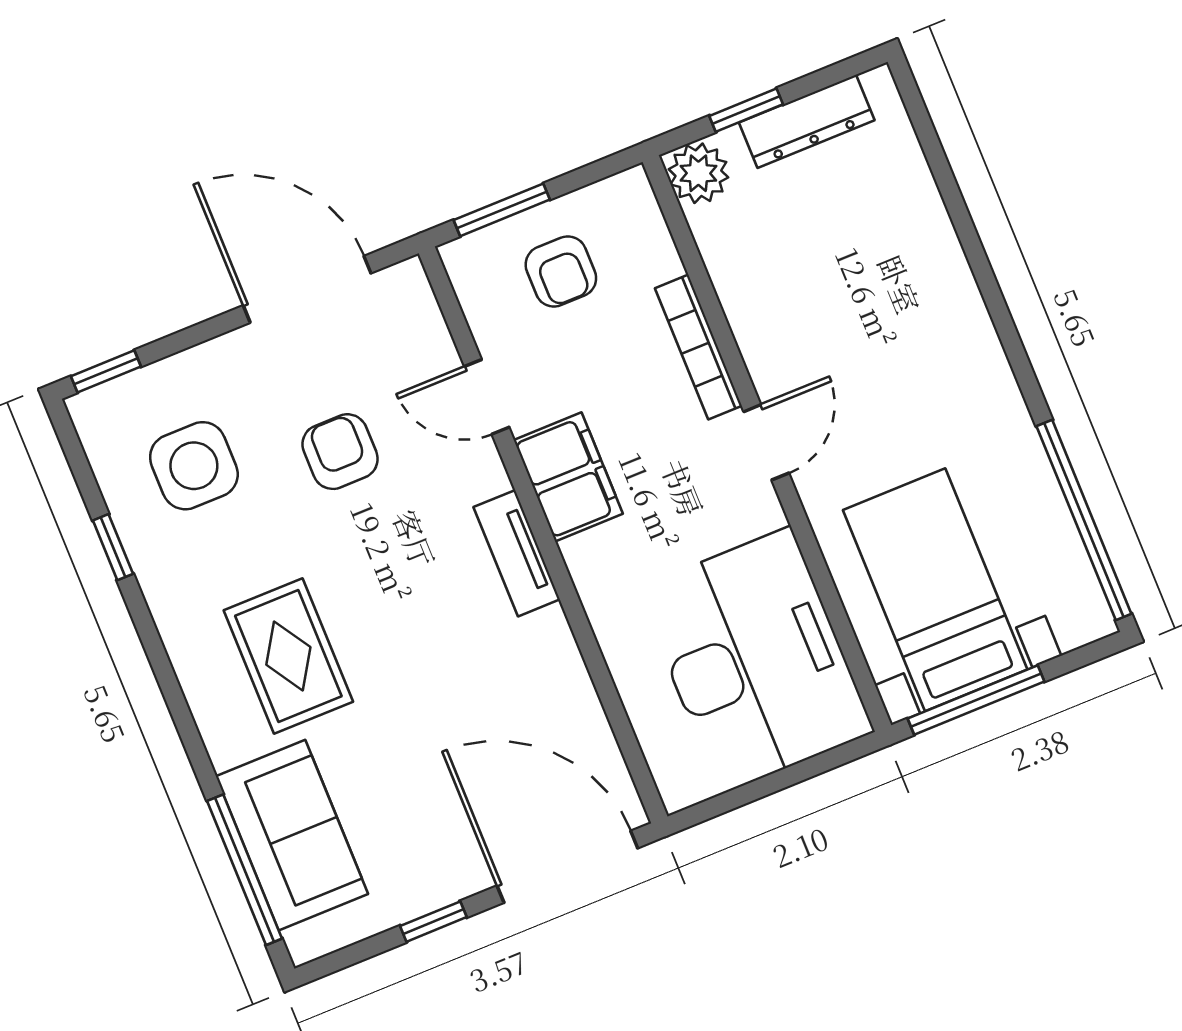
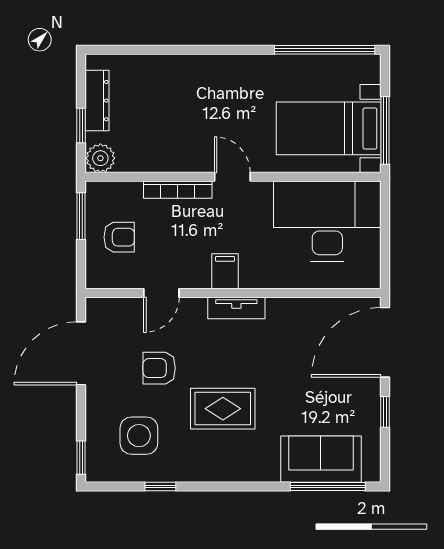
window: (502, 210) -> (81, 216), moved
filing cabinet: (568, 477) -> (225, 271), width x0.50
rug: (288, 656) -> (223, 409), moved

